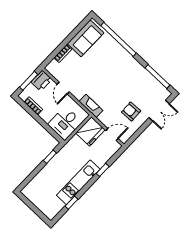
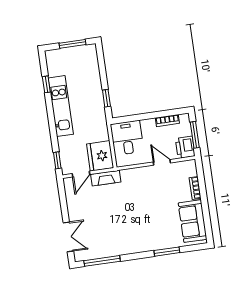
window: (118, 39) -> (167, 252), width x0.47
fireplace: (91, 106) -> (106, 178), moved
double door: (159, 111) -> (68, 237), swing flipped
armchair: (131, 112) -> (89, 210), removed
window: (103, 170) -> (57, 160), moved
window: (32, 206) -> (72, 44), added

